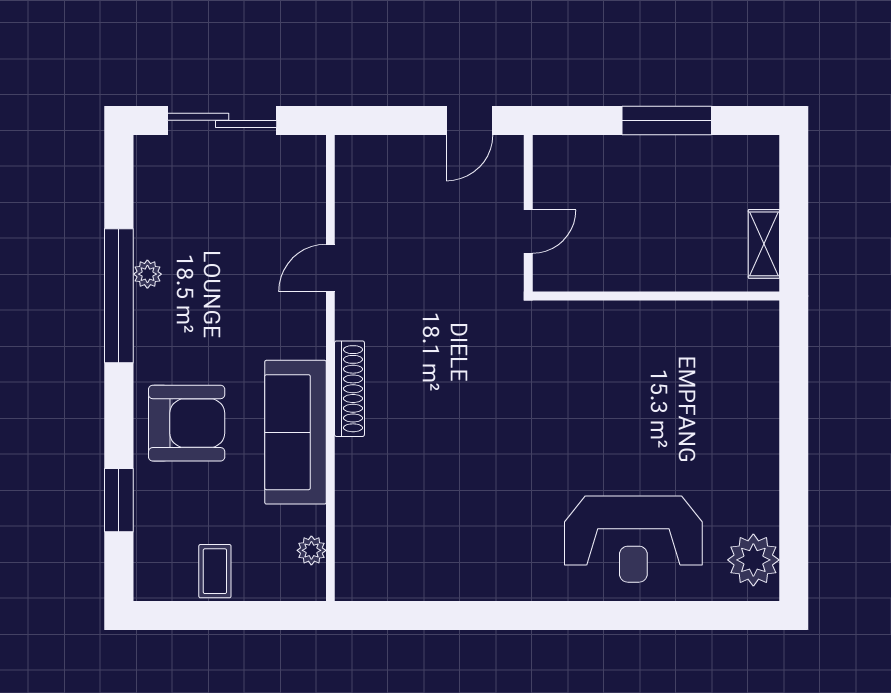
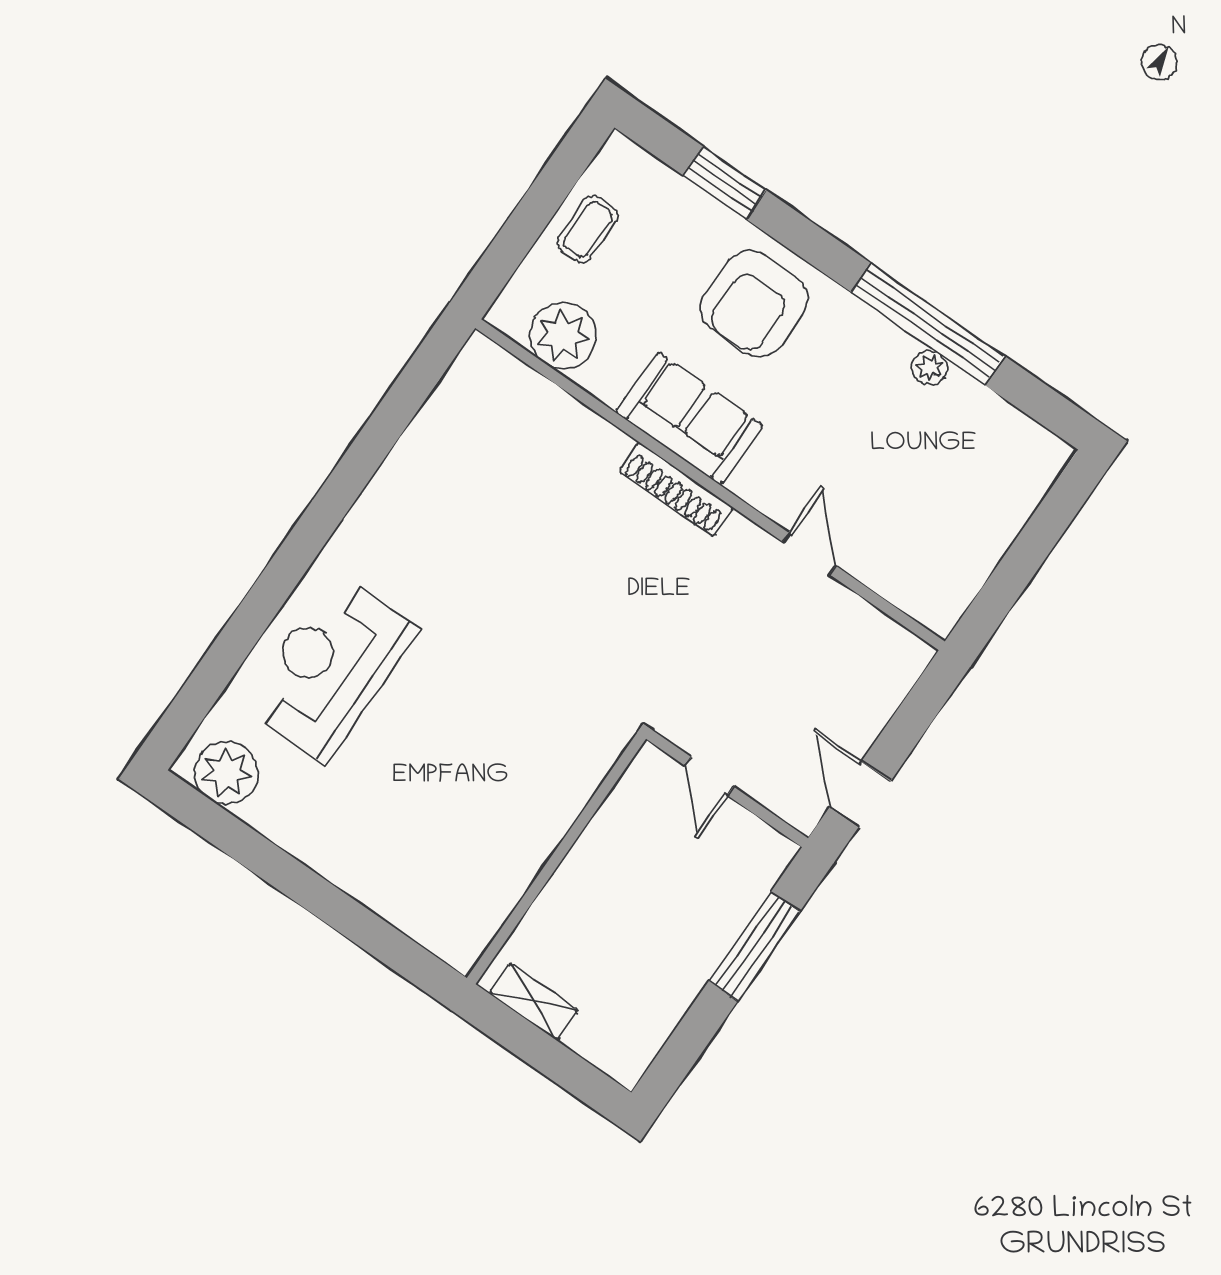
sliding door: (222, 120) -> (1031, 548), removed
window: (667, 120) -> (754, 946), moved
sofa: (295, 432) -> (689, 419), width x0.73
plant: (311, 550) -> (563, 336), width x1.88, depth x1.88
coffee table: (215, 571) -> (588, 229), turned 90

